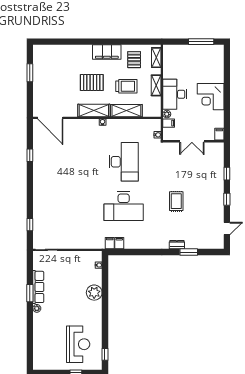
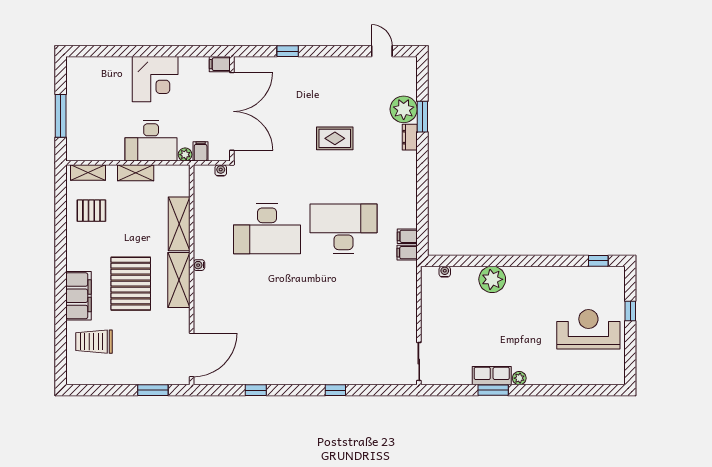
window: (201, 42) -> (61, 116), moved
filing cabinet: (107, 52) -> (79, 296), moved
window: (30, 73) -> (153, 390), moved
pallet: (92, 82) -> (131, 284), width x1.37, depth x1.41
trolley: (126, 86) -> (94, 342), moved, turned -90
double door: (192, 141) -> (232, 111), width x1.87
desk: (124, 162) -> (267, 229), turned 180
window: (227, 199) -> (331, 51), removed
desk: (124, 206) -> (343, 229), turned -90
window: (30, 225) -> (335, 390), moved
plant: (193, 241) -> (404, 109), added
row of seats: (38, 287) -> (492, 376), width x0.68
reception desk: (78, 344) -> (588, 329), moved

